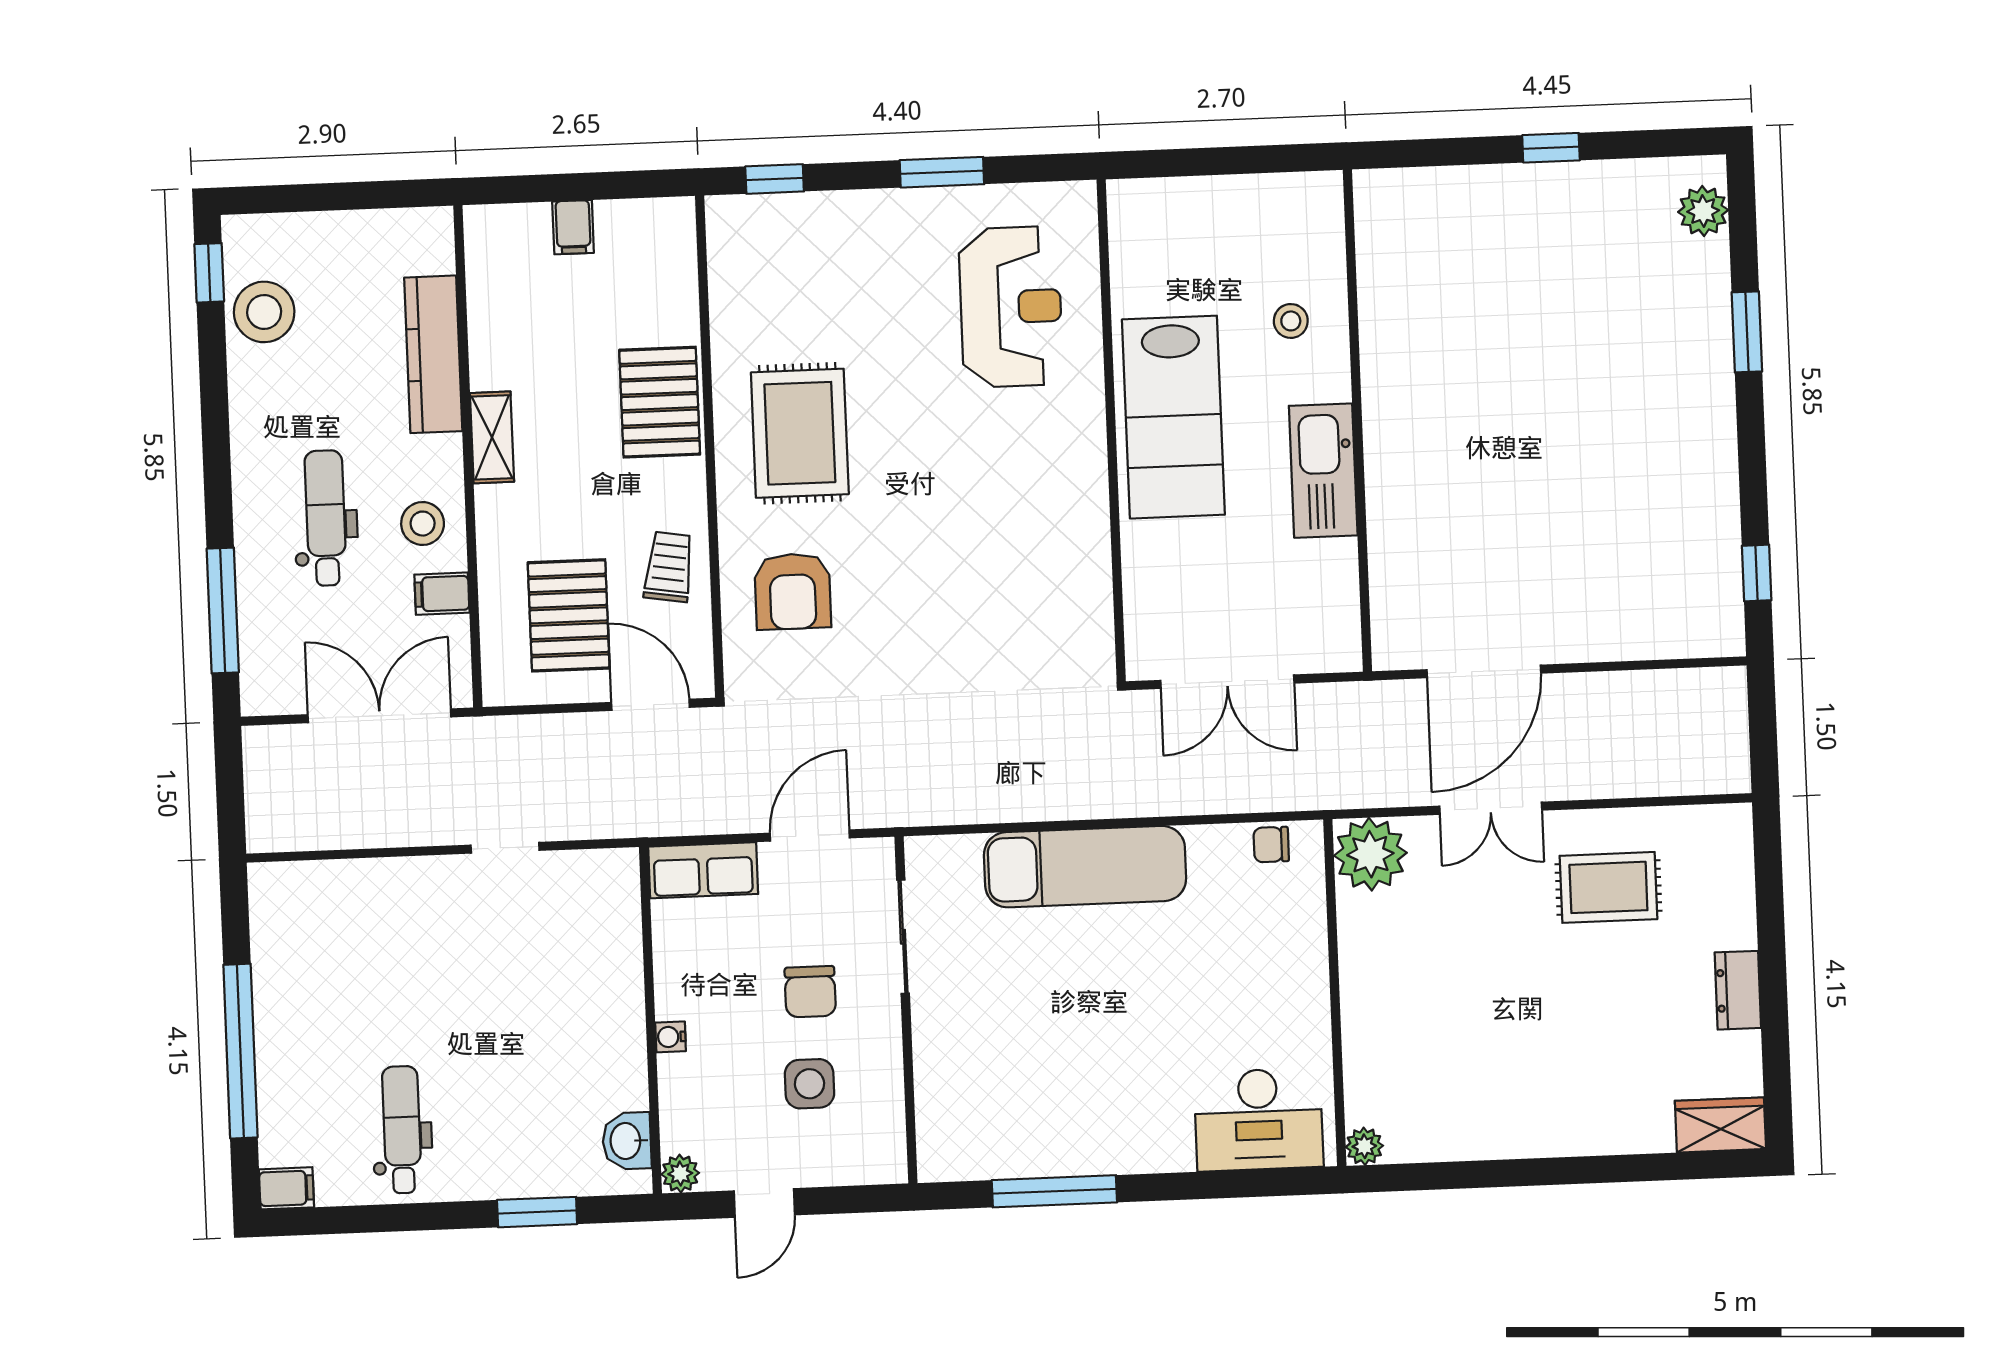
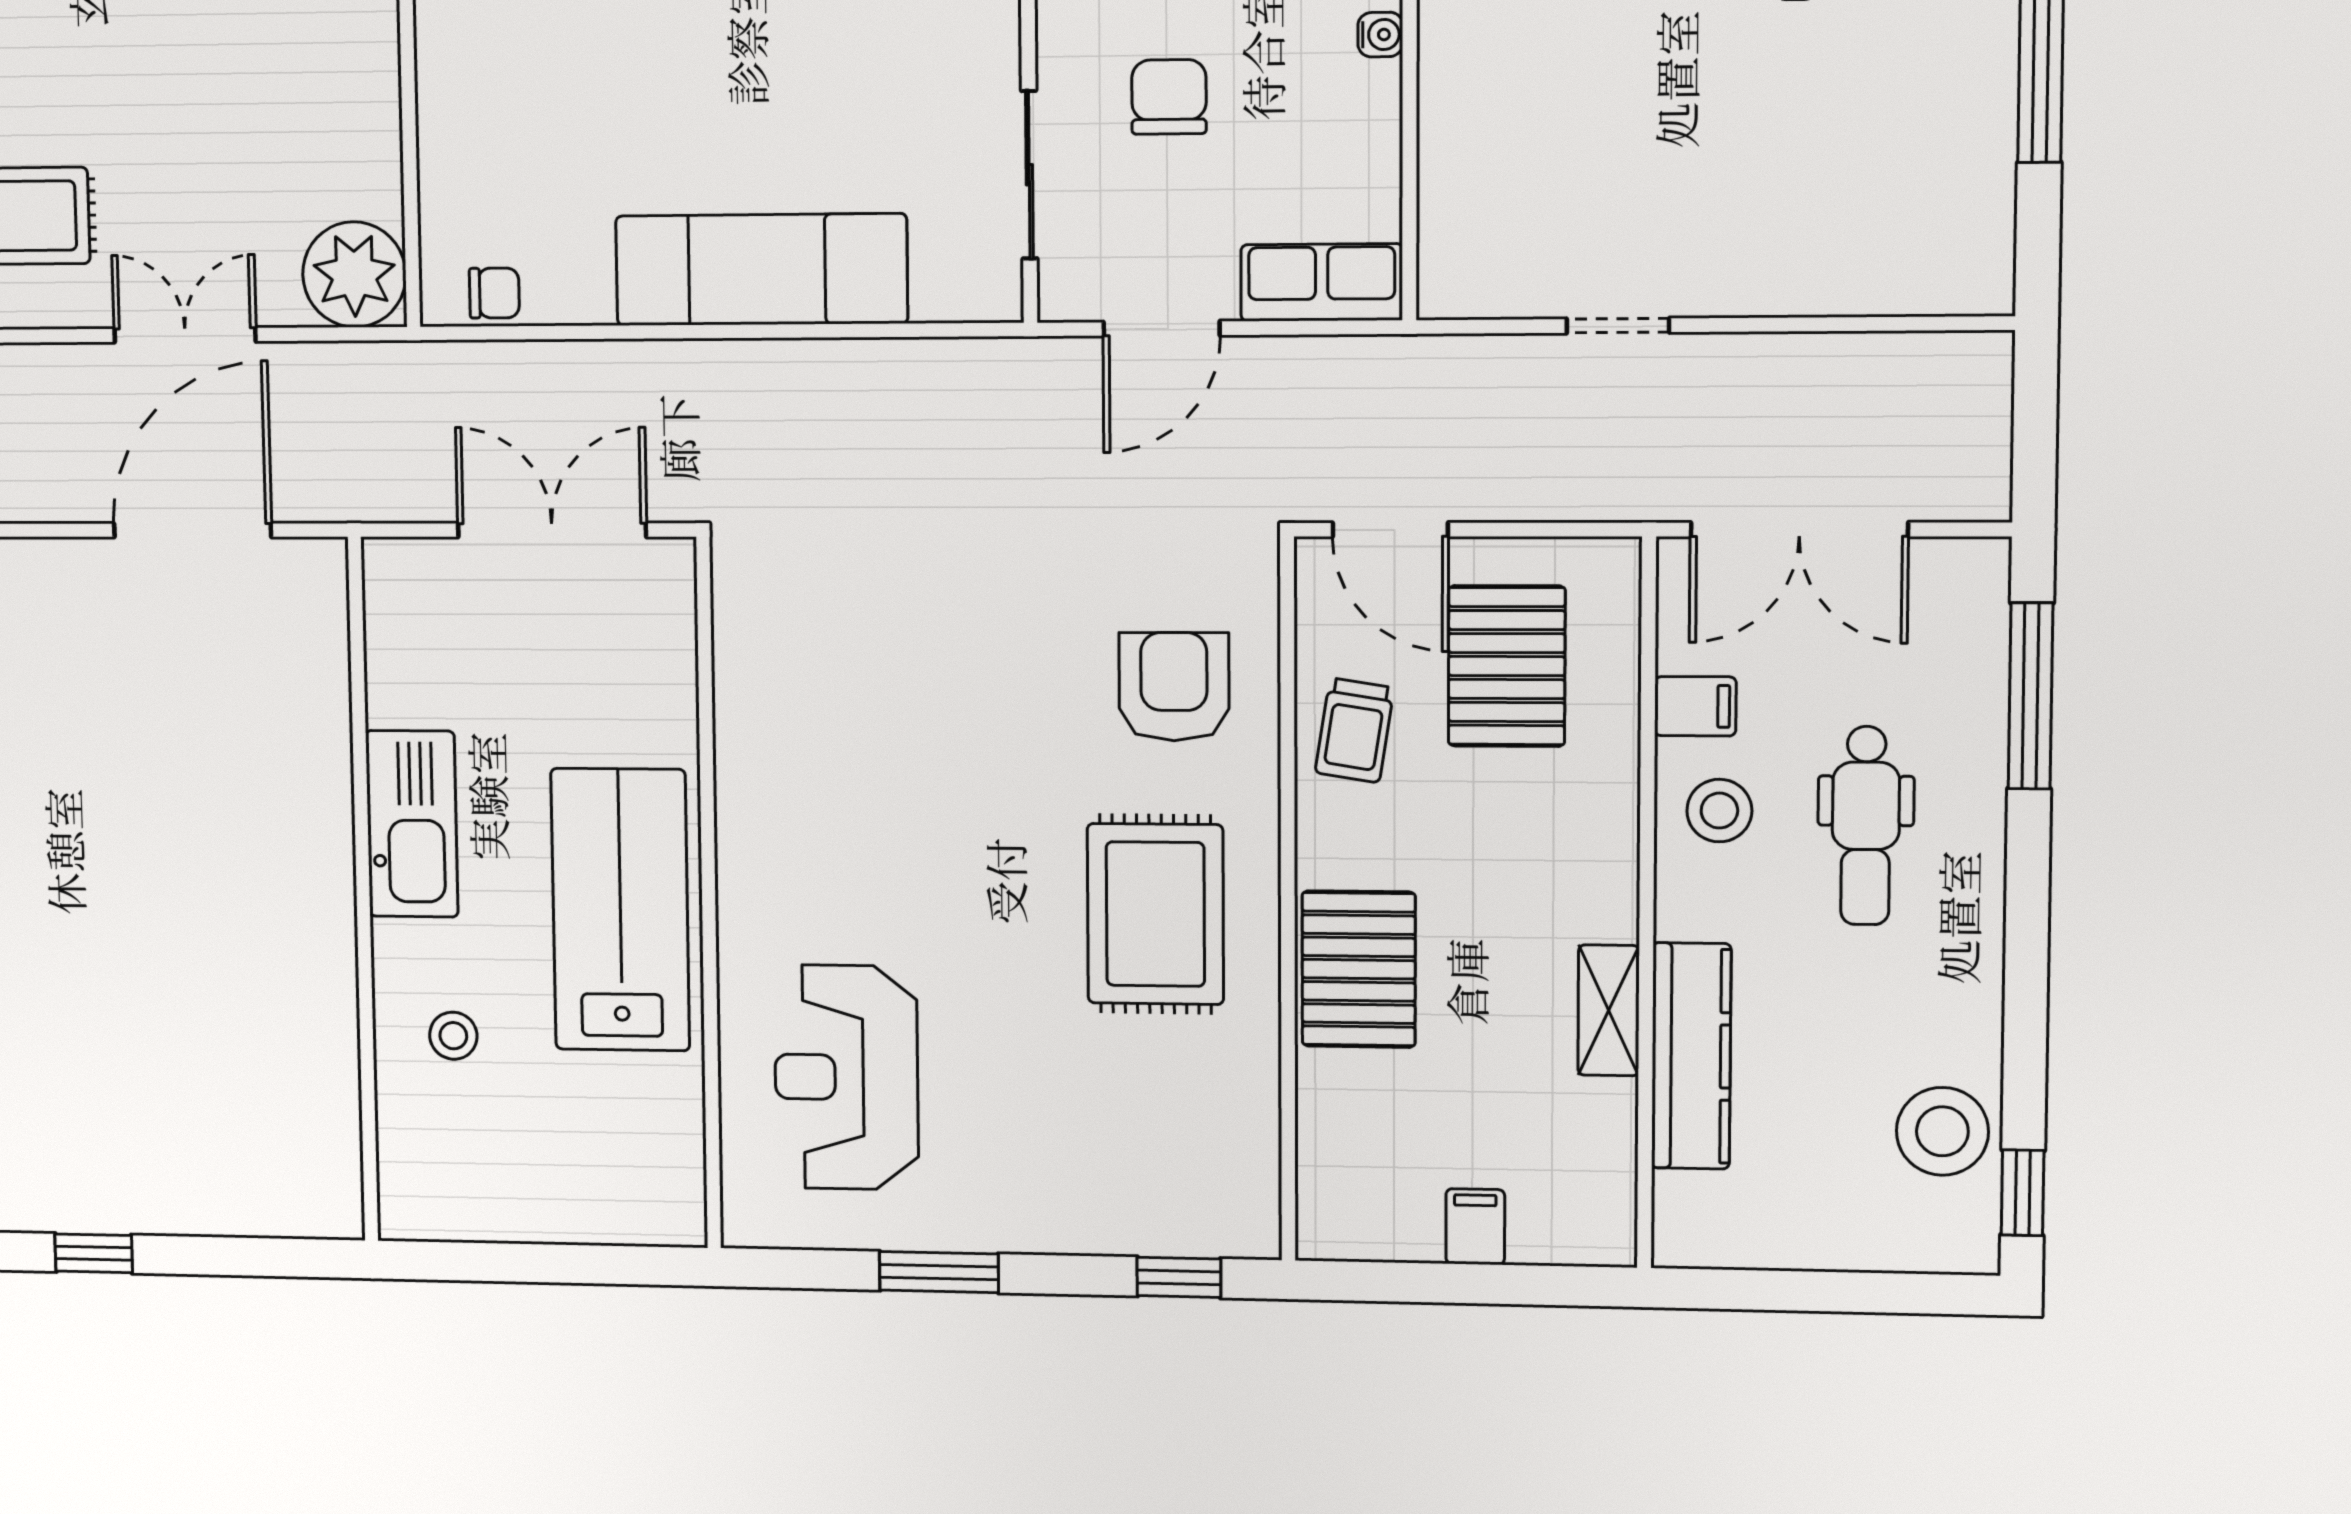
shelving: (492, 437) -> (1609, 1010), moved

